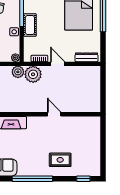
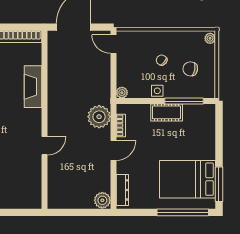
plant: (18, 72) -> (102, 200), moved

